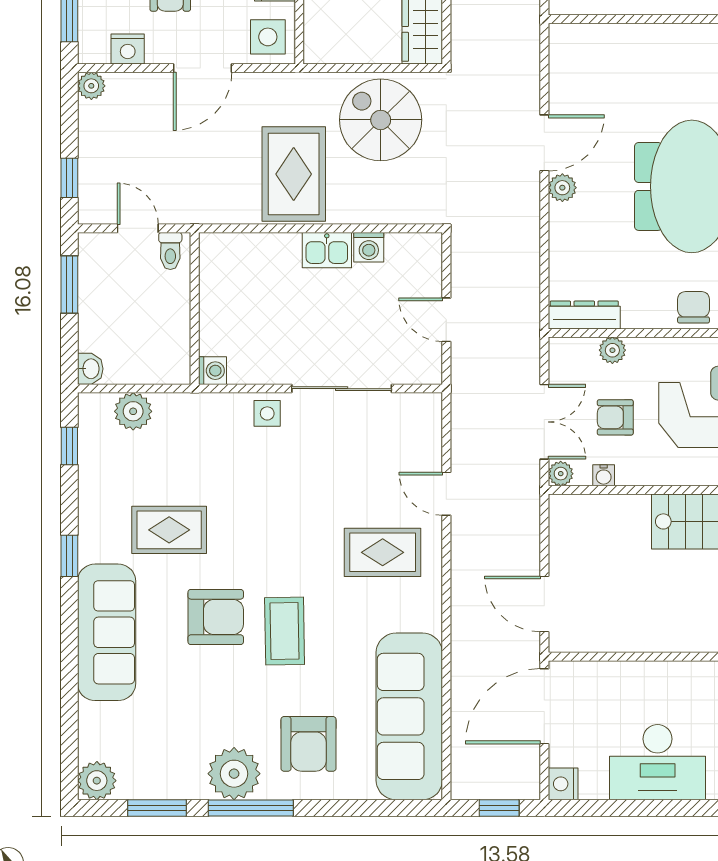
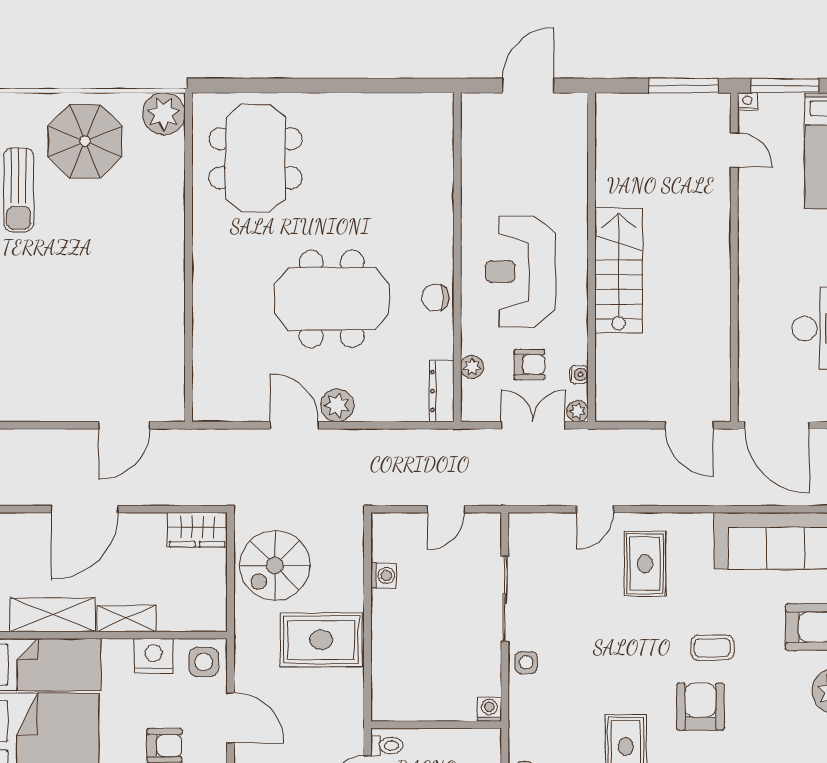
plant: (562, 188) -> (337, 405), width x1.38, depth x1.38
kitchen sink: (327, 250) -> (386, 611), removed
armchair: (615, 417) -> (529, 364), turned -90
door: (544, 604) -> (689, 425), hinge flipped
coffee table: (285, 631) -> (712, 648), width x0.73, depth x0.77

